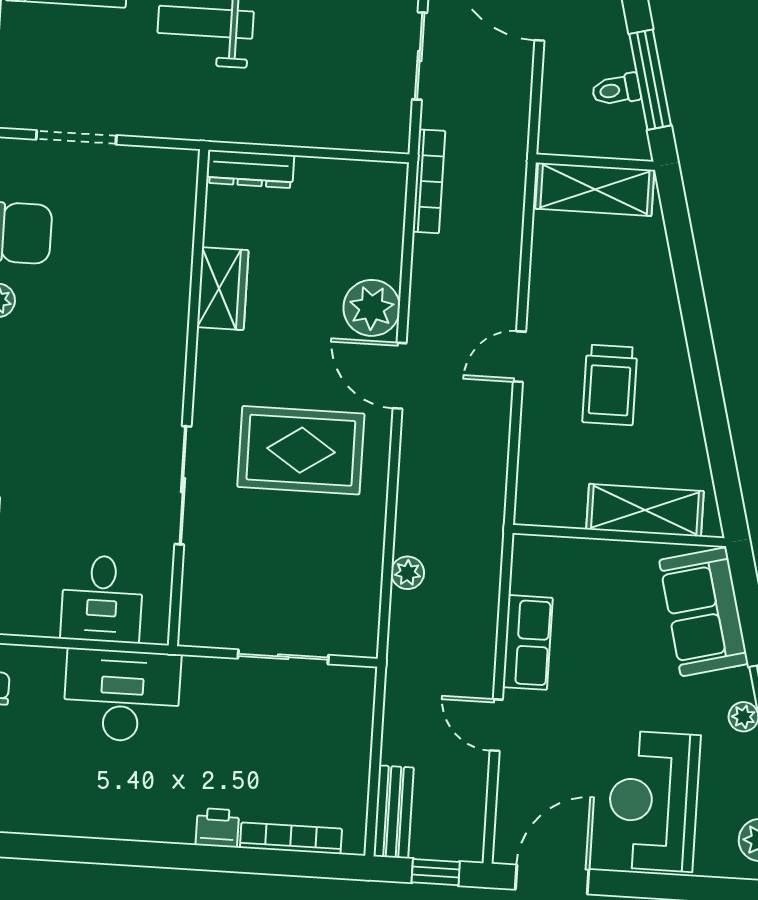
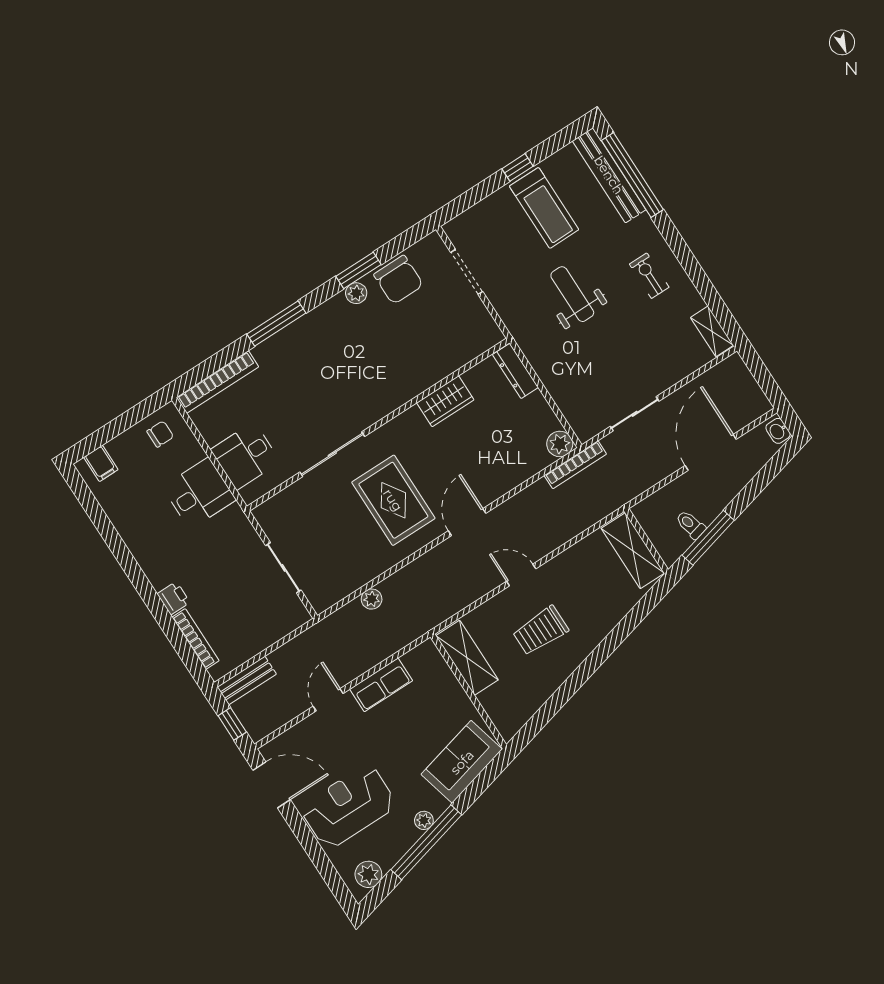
plant: (372, 308) -> (560, 444), moved, width x0.73, depth x0.73
shelving: (645, 510) -> (467, 658), moved
desk: (122, 696) -> (199, 493), width x0.73

